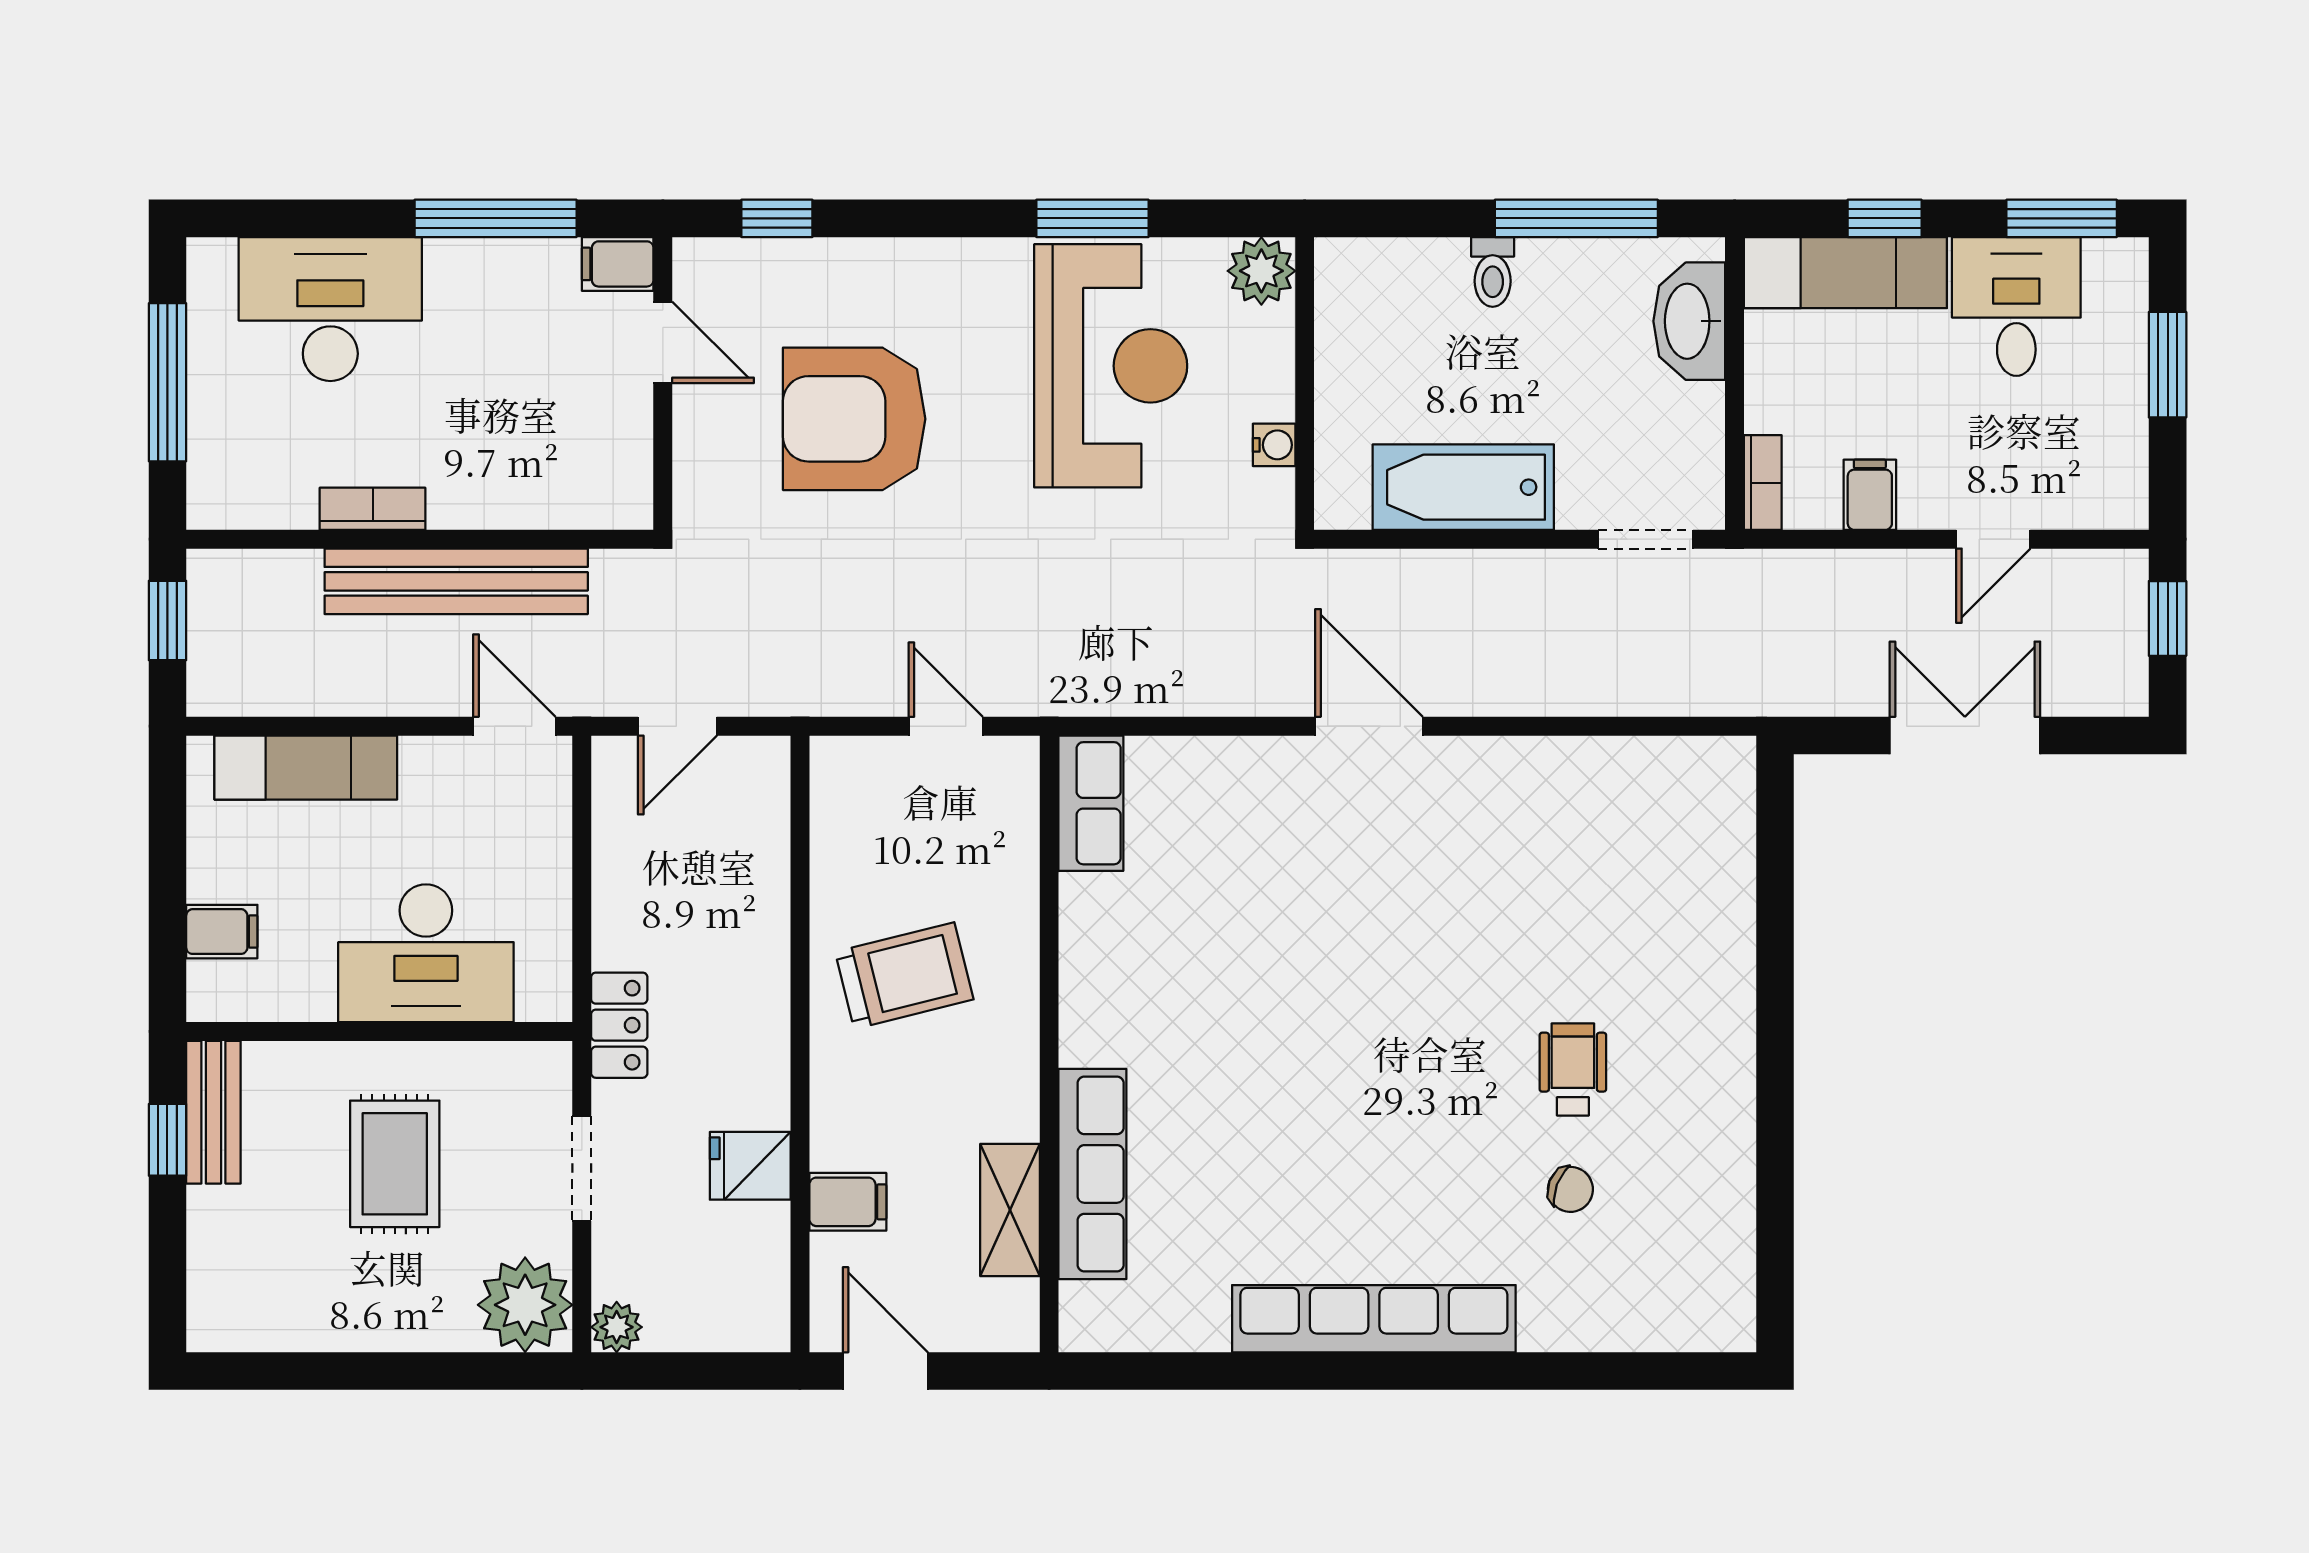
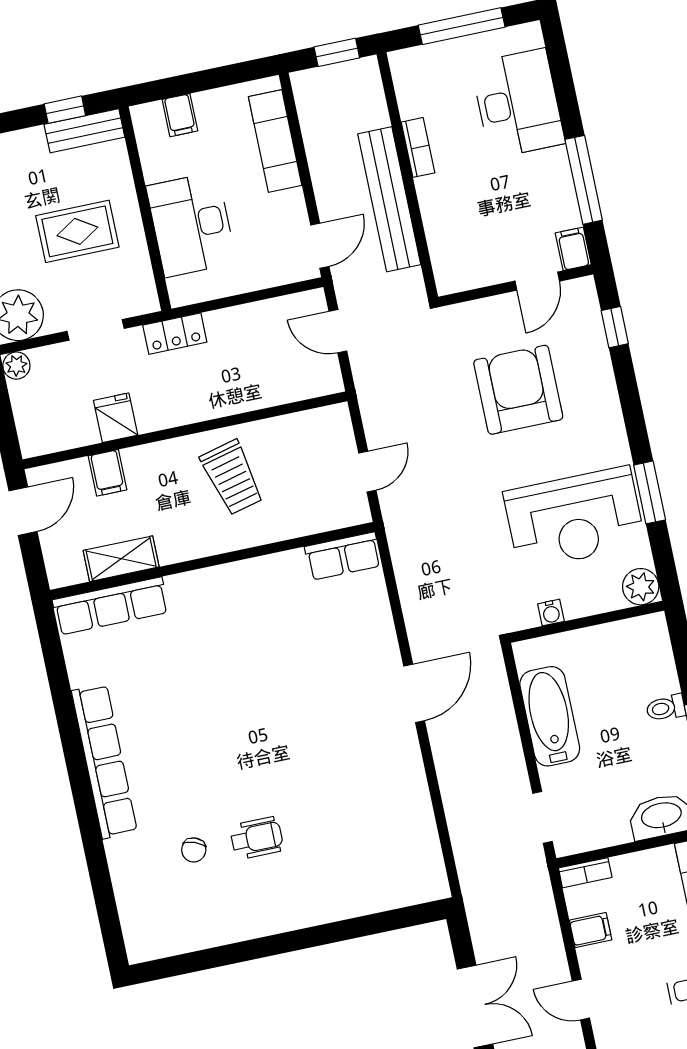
row of seats: (1092, 1174) -> (111, 606), moved

